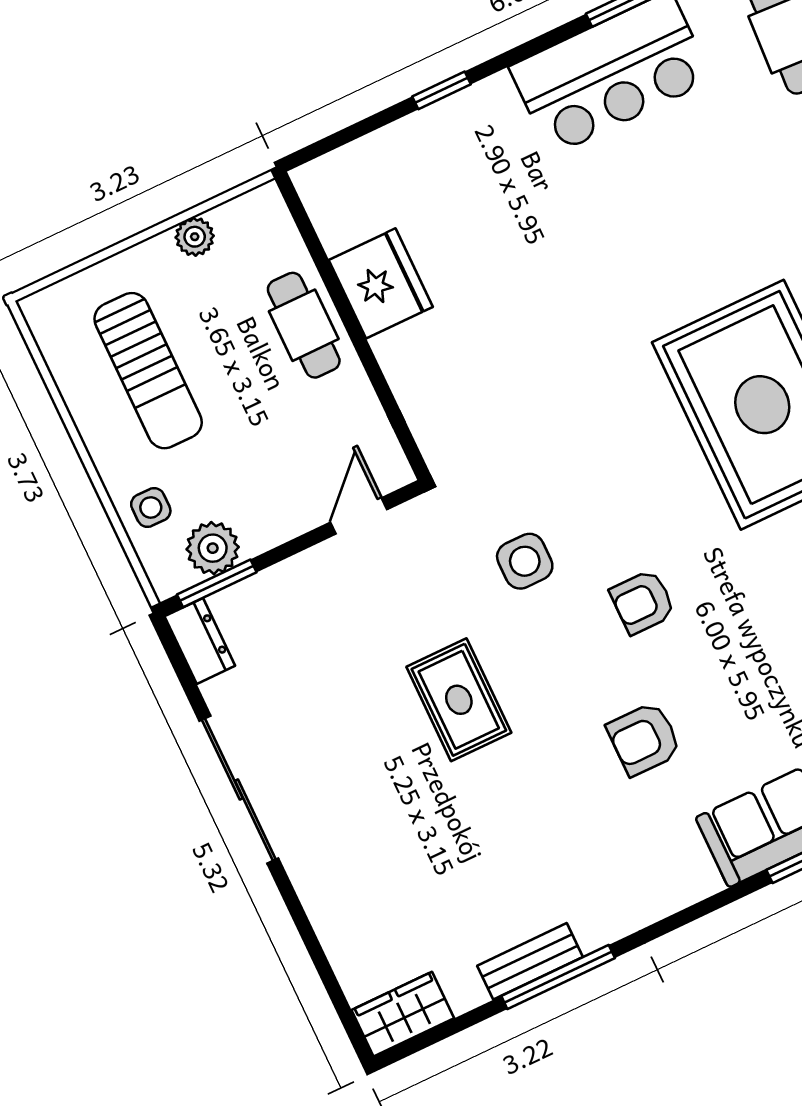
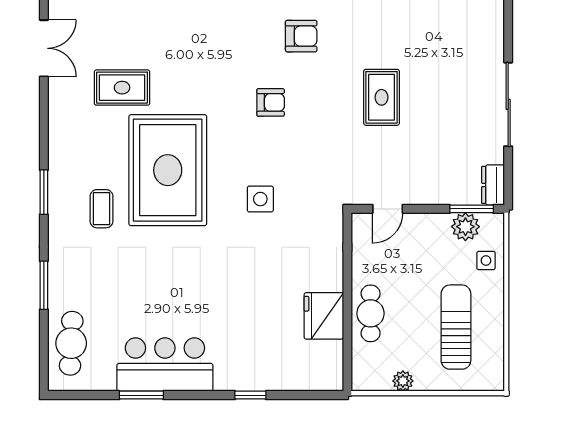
side table: (525, 561) -> (260, 199), moved

